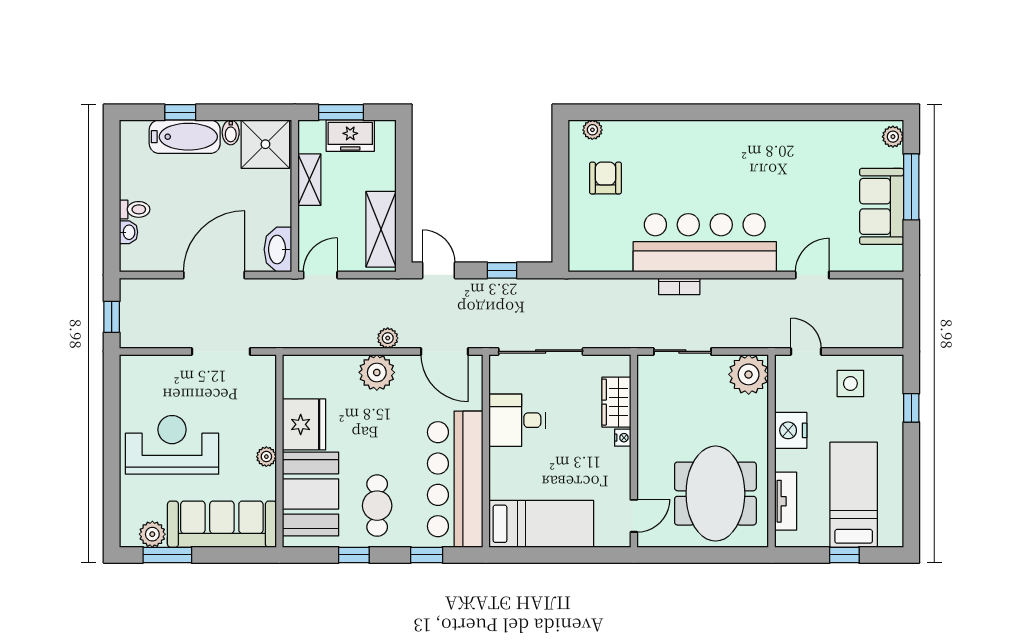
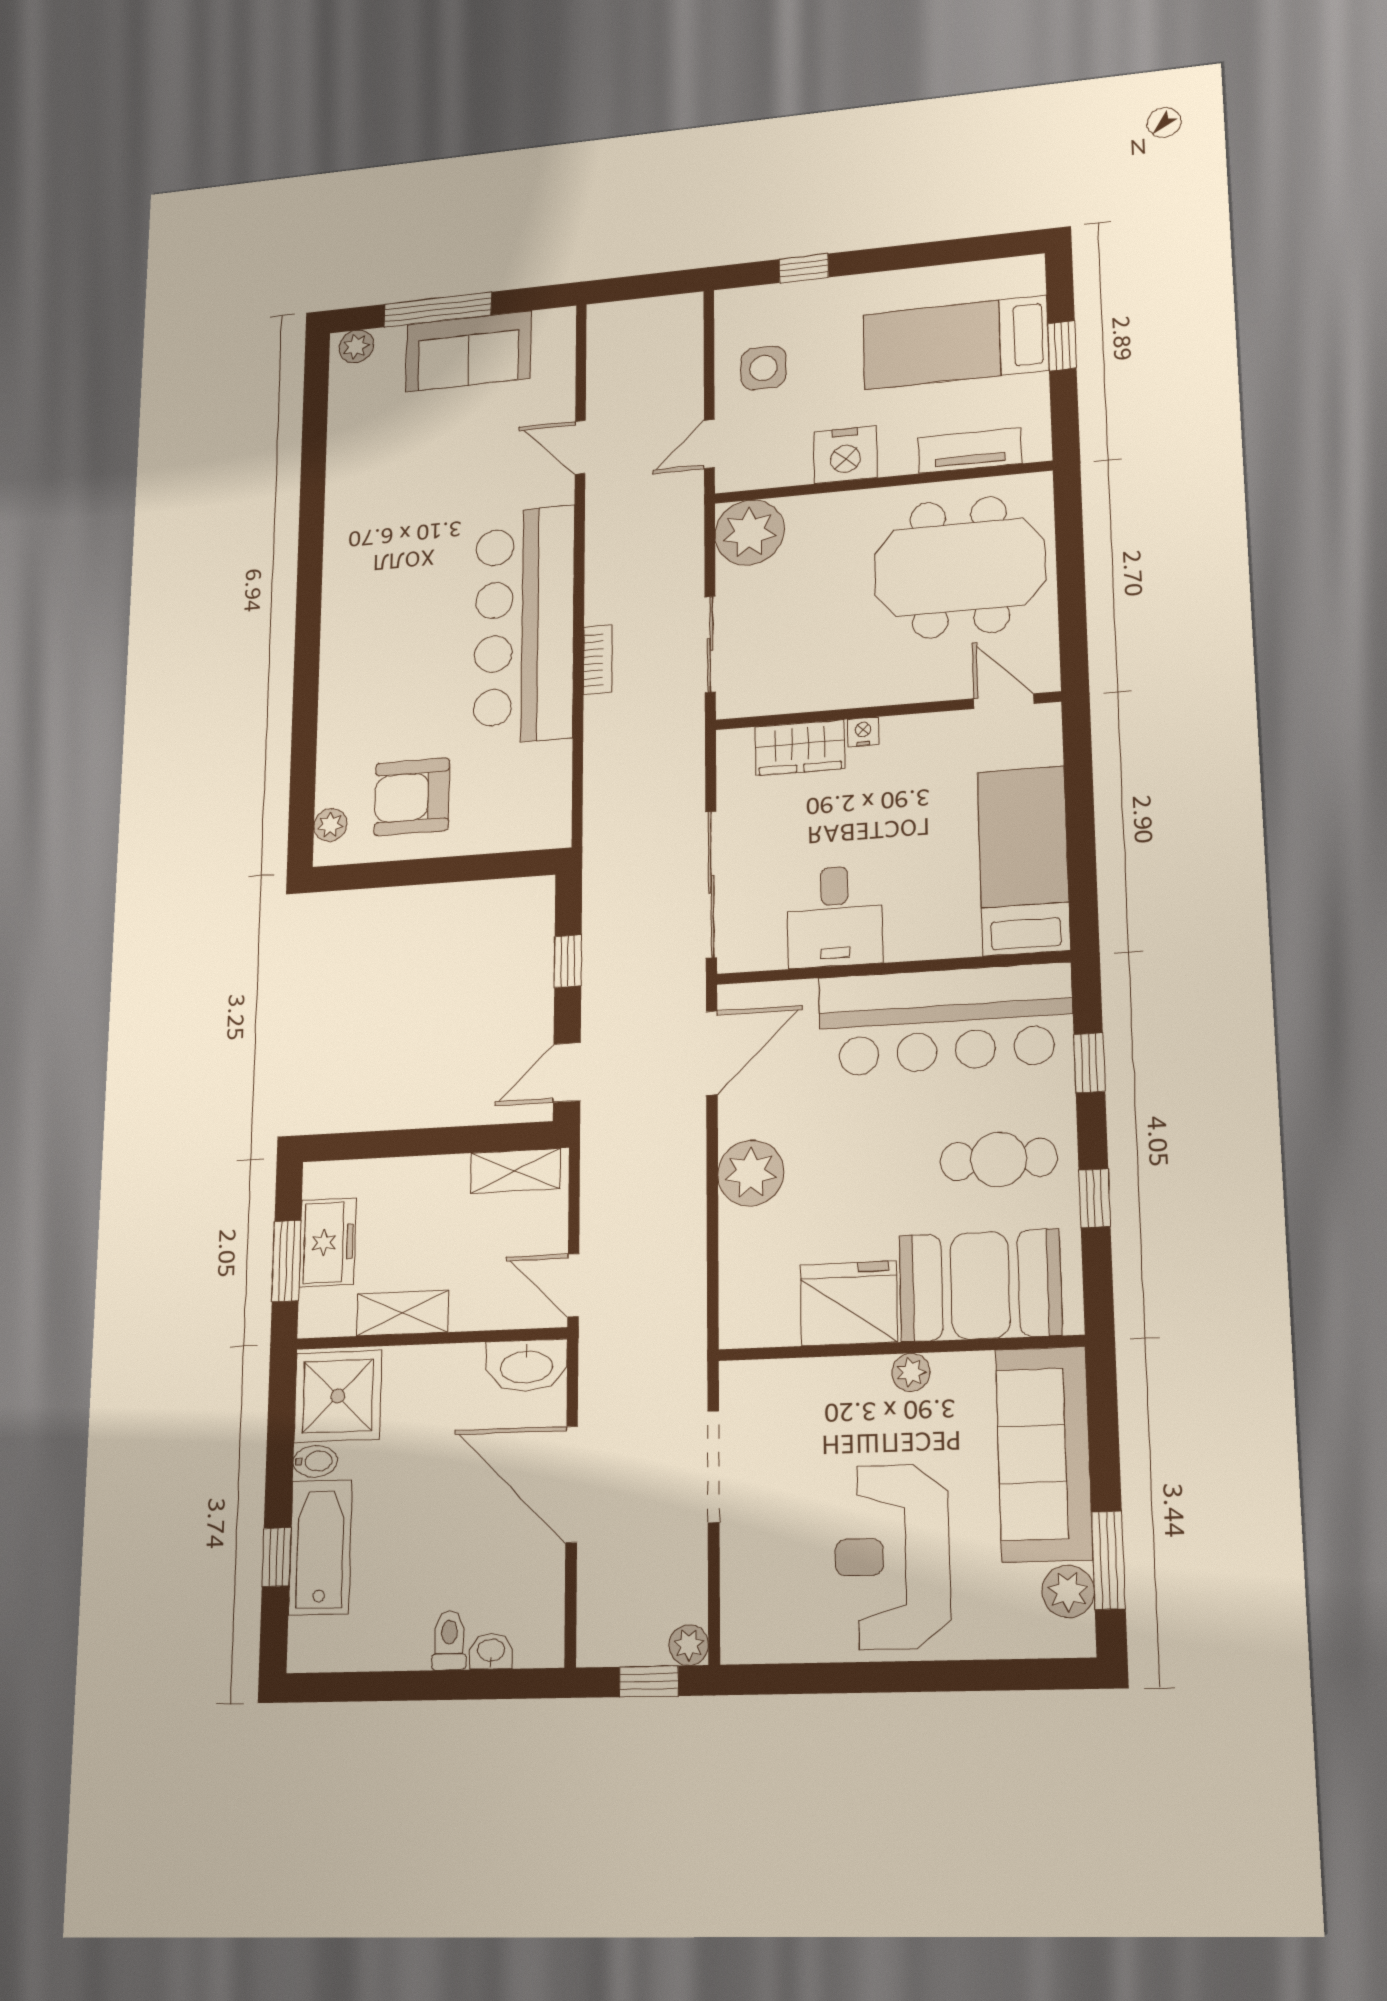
armchair: (605, 178) -> (412, 797), width x1.38, depth x1.38
shelving: (381, 229) -> (515, 1171), width x0.67, depth x0.75
plant: (388, 338) -> (689, 1645), moved

